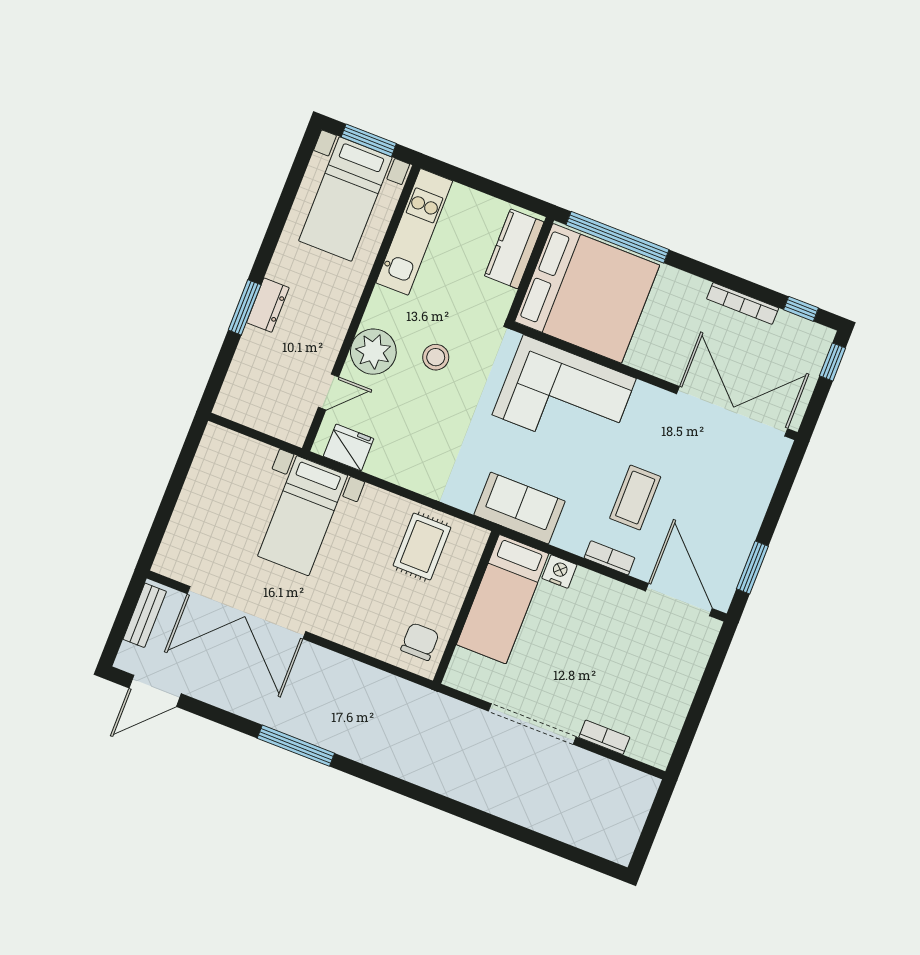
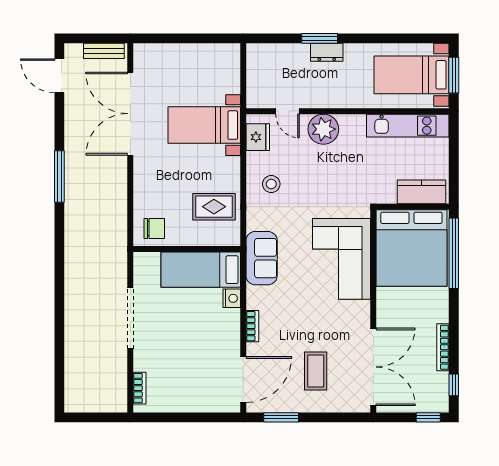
stool: (436, 357) -> (271, 184), moved
coffee table: (635, 498) -> (316, 371), moved, turned 90
bookcase: (604, 737) -> (140, 388), moved

